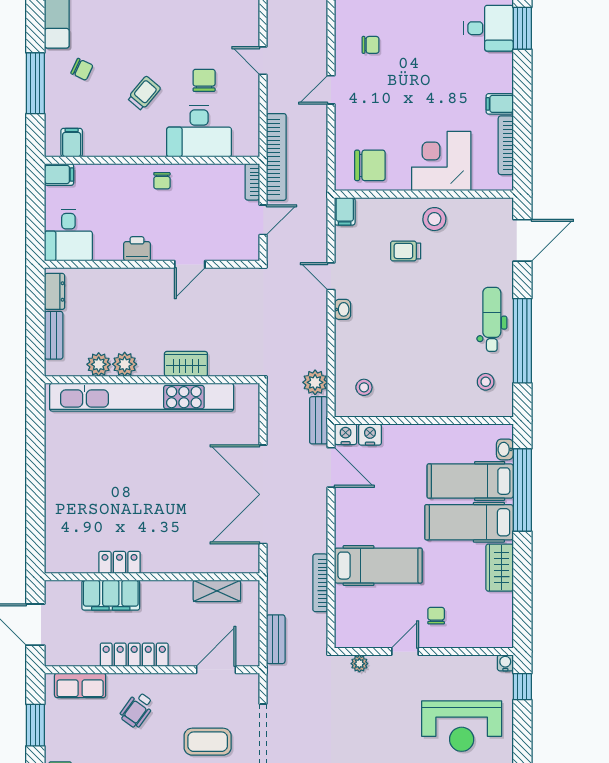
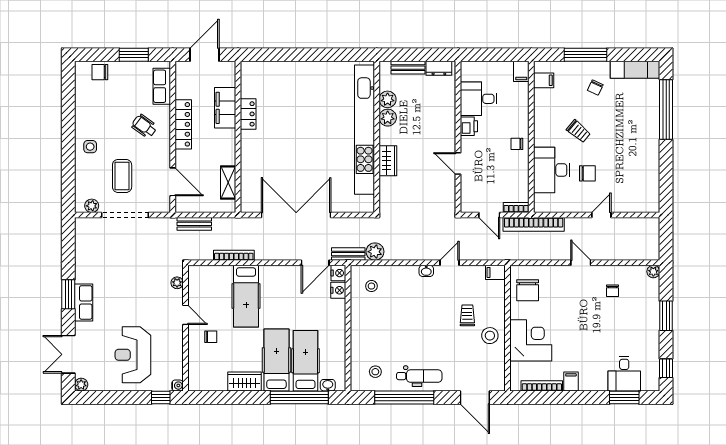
desk: (68, 235) -> (479, 99), moved

